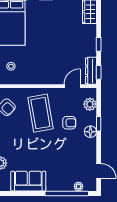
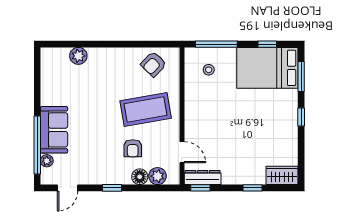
window: (99, 44) -> (253, 188), moved
window: (99, 124) -> (112, 188), moved
floor lamp: (90, 132) -> (140, 177), moved
sofa: (28, 181) -> (54, 130), moved

